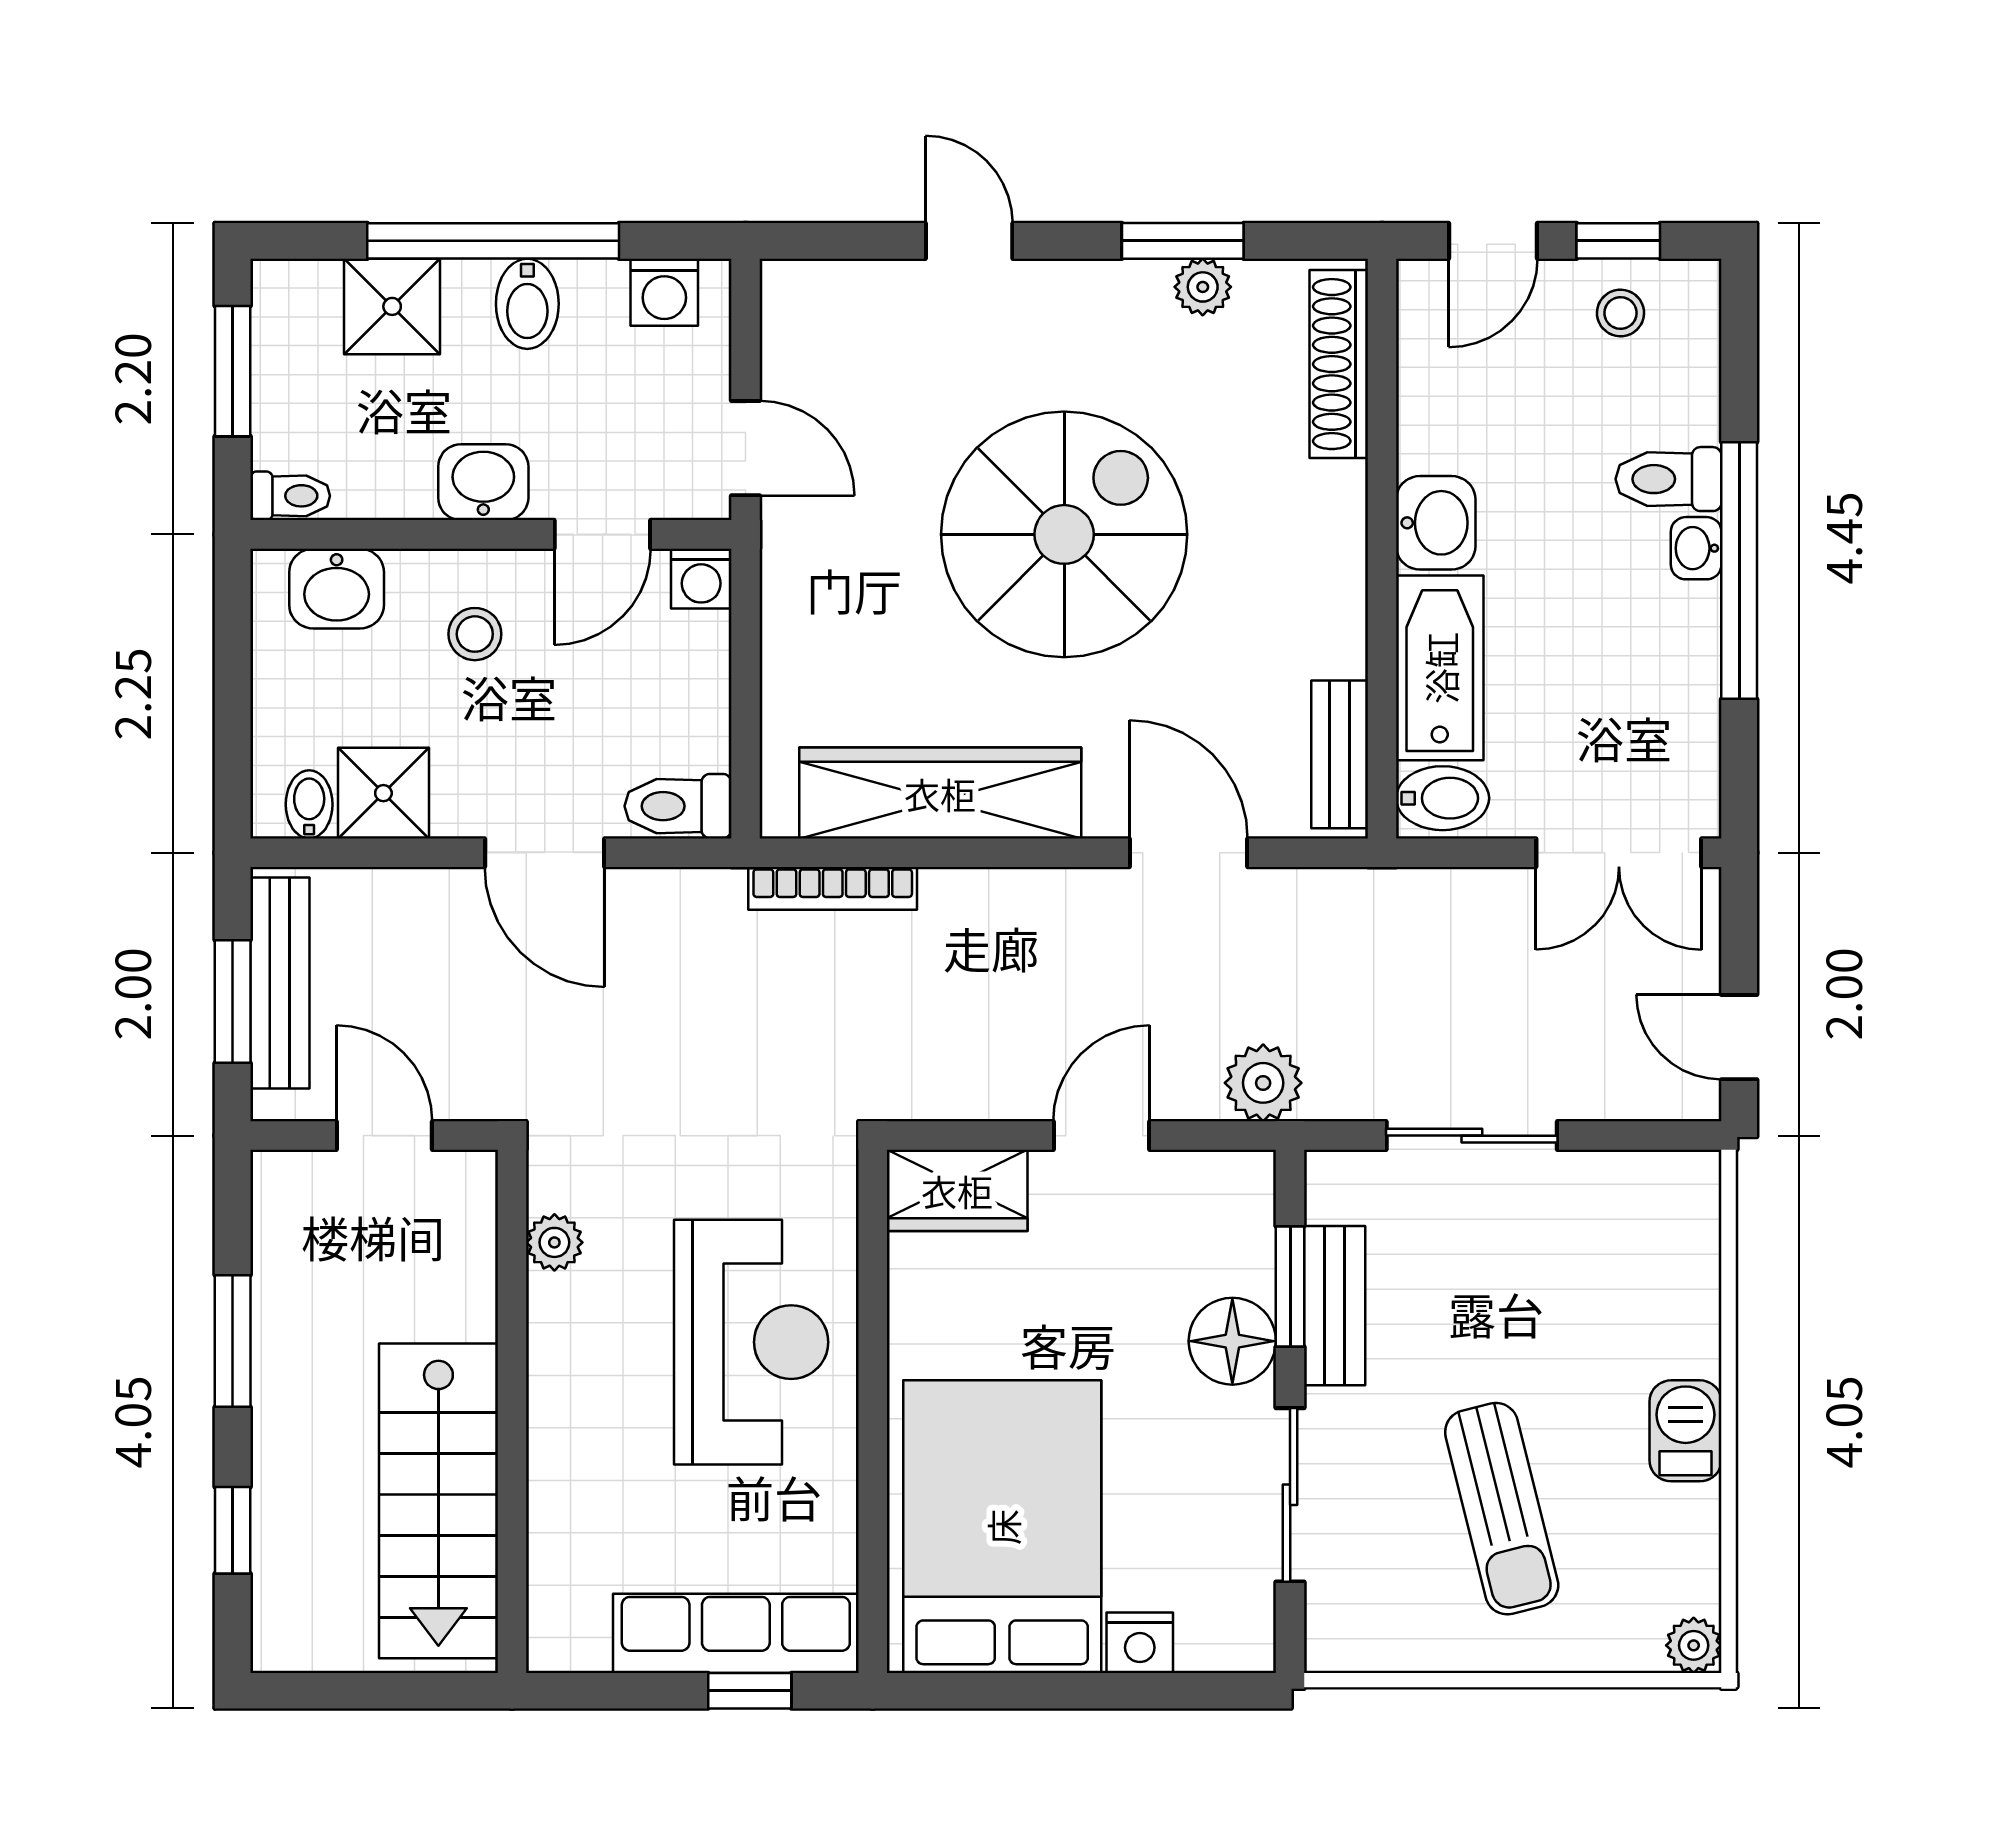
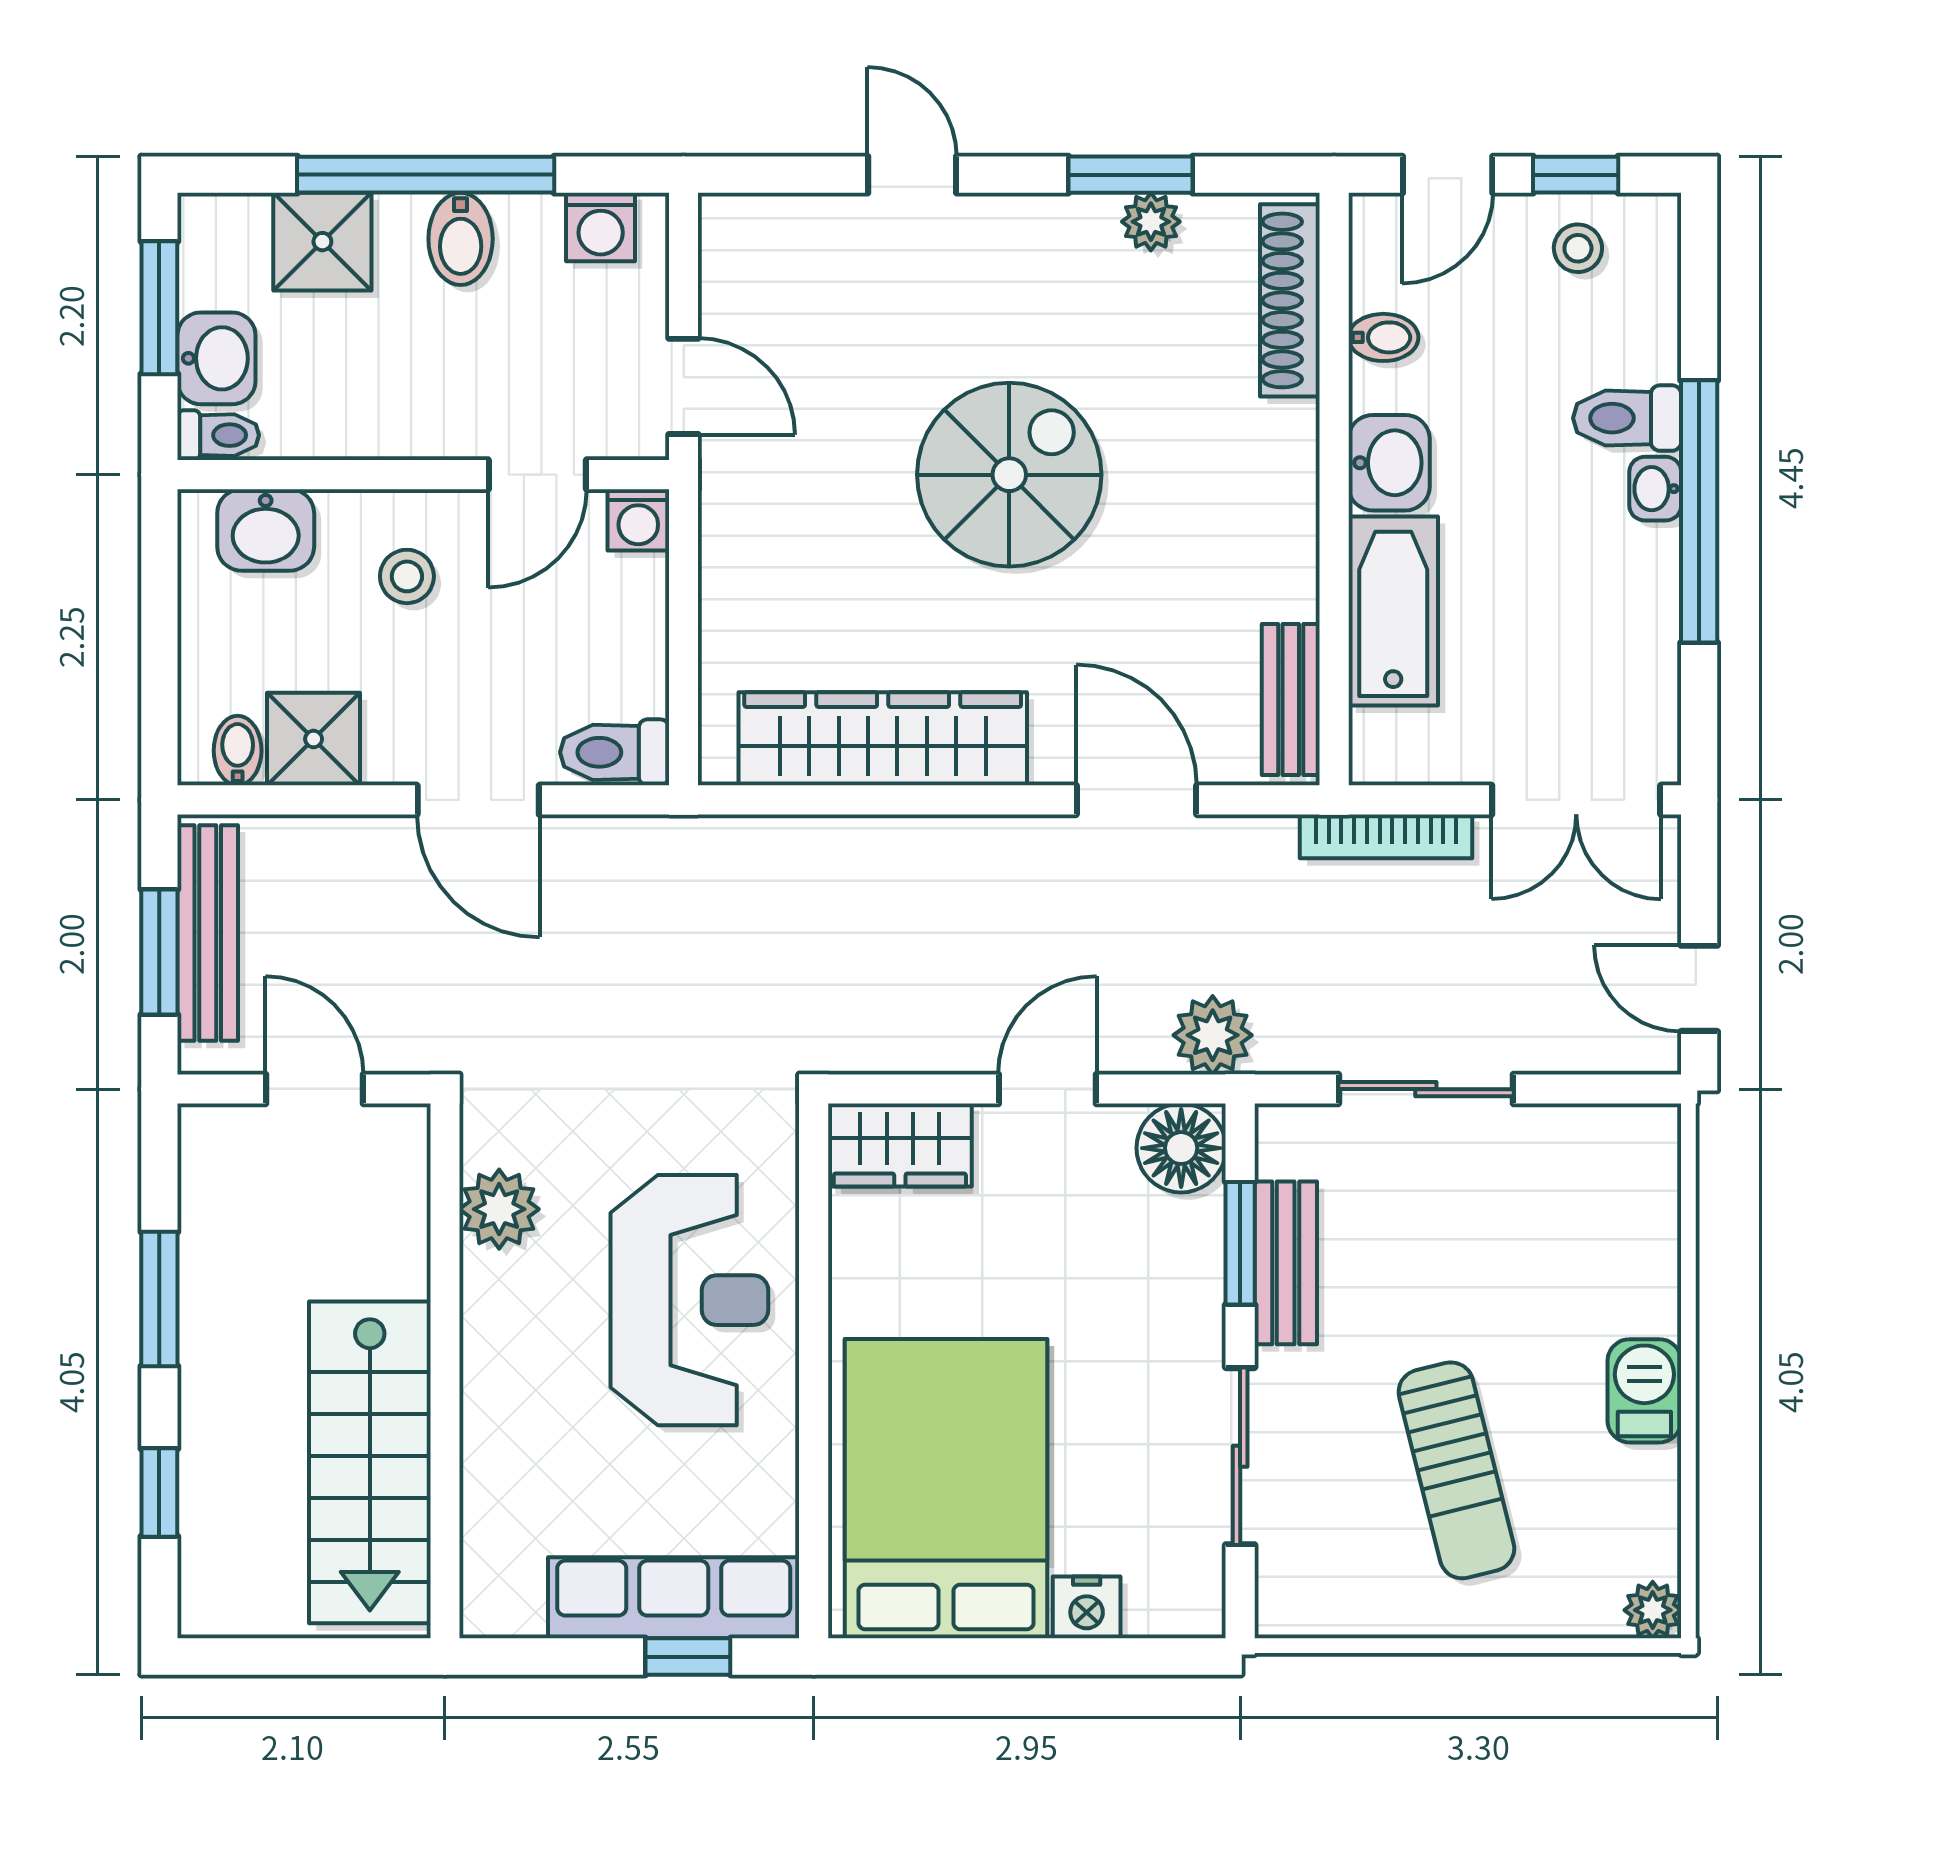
washbasin: (483, 482) -> (216, 358), moved, turned 90
spiral stairs: (1064, 534) -> (1009, 475), width x0.73, depth x0.73
bidet: (1443, 798) -> (1383, 337), moved, width x0.72, depth x0.74
bookcase: (833, 888) -> (1386, 836), moved
plant: (554, 1242) -> (499, 1209), width x1.38, depth x1.38
floor lamp: (1232, 1341) -> (1181, 1148), moved

